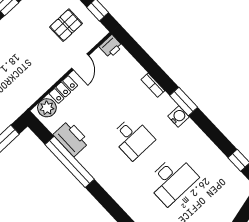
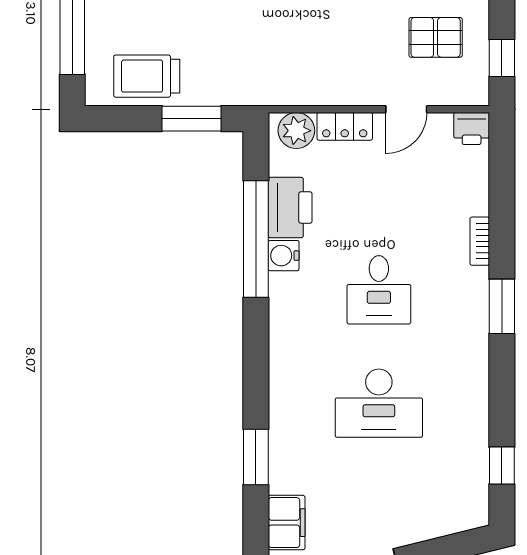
water cooler: (178, 116) -> (284, 256), moved, turned 180

